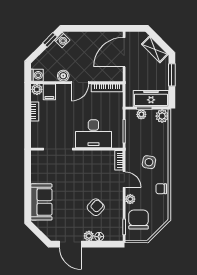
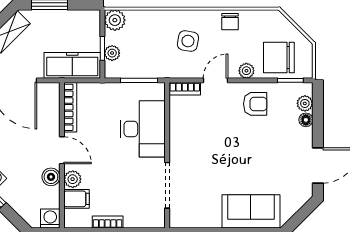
plant: (37, 89) -> (73, 179), moved
freezer: (151, 99) -> (72, 65), moved, turned 90
armchair: (96, 207) -> (255, 104), moved, turned 137
plant: (89, 236) -> (305, 103), moved

